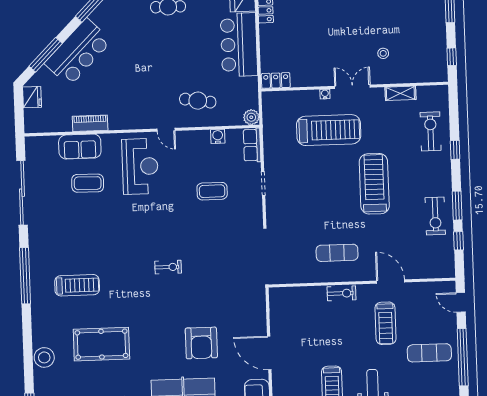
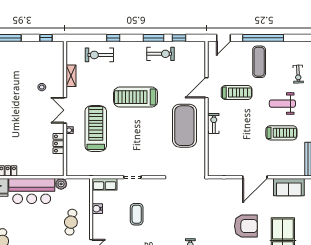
locker: (276, 80) -> (58, 144), moved
plant: (251, 117) -> (61, 184), moved
exercise mat: (337, 253) -> (184, 126), width x2.00, depth x1.45

